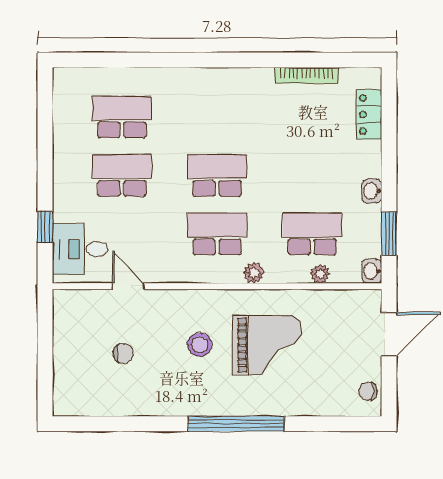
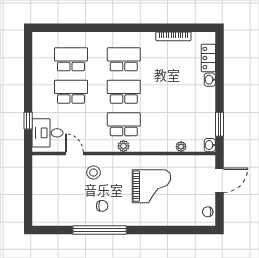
washbasin: (372, 191) -> (210, 80), moved
school desk: (312, 234) -> (124, 59), moved
plant: (254, 273) -> (123, 146), moved
stool: (200, 345) -> (93, 172), moved
chair: (123, 353) -> (102, 206), moved
window: (236, 424) -> (100, 230), moved

